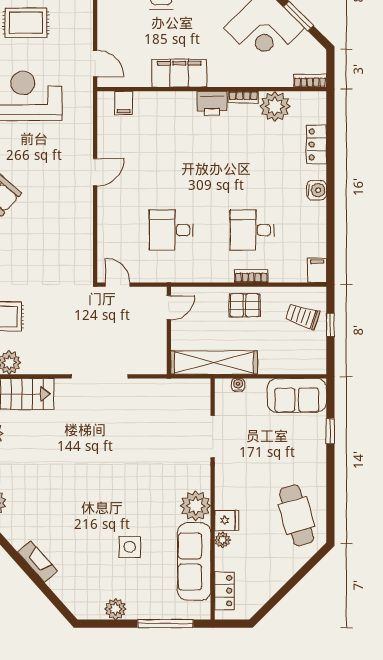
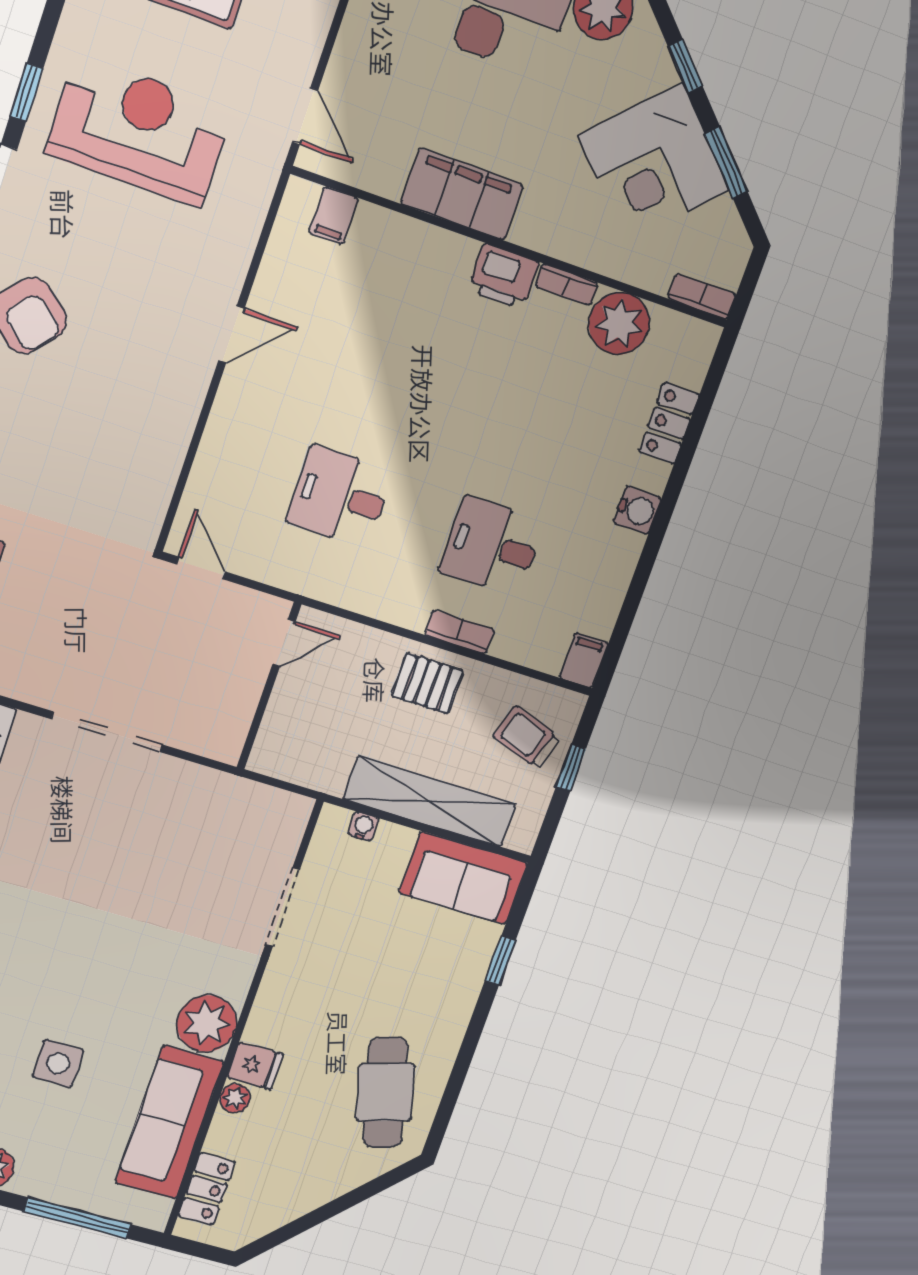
shelving: (214, 363) -> (430, 801), moved

